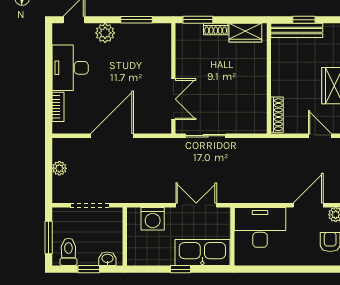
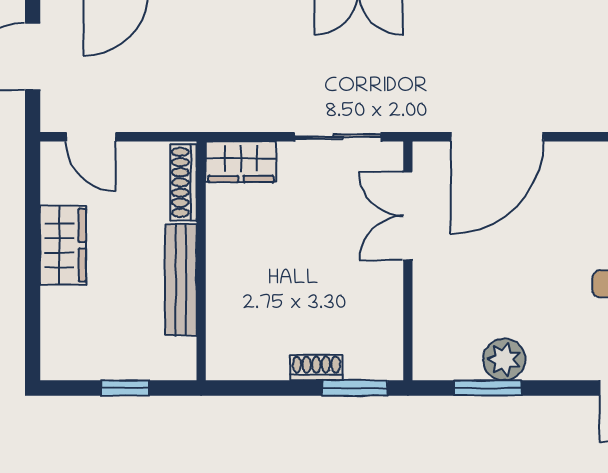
bench: (297, 30) -> (181, 280), moved, turned 90
plant: (105, 33) -> (504, 359), moved
wardrobe: (245, 33) -> (241, 162), moved, turned 180
door: (112, 136) -> (497, 137), moved

